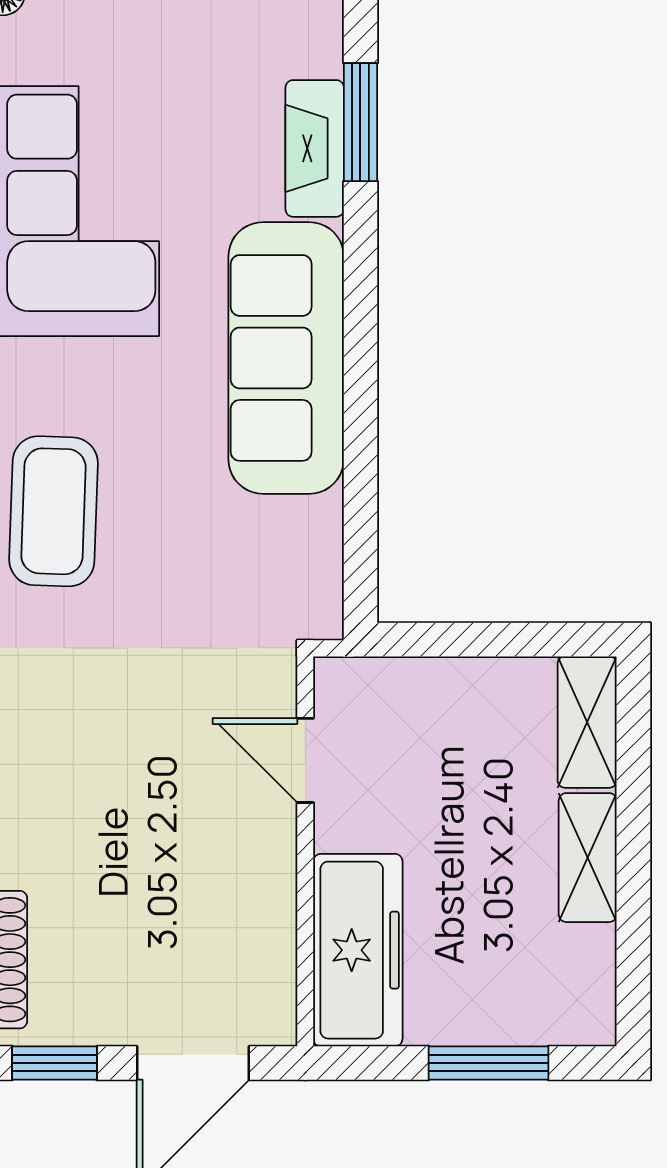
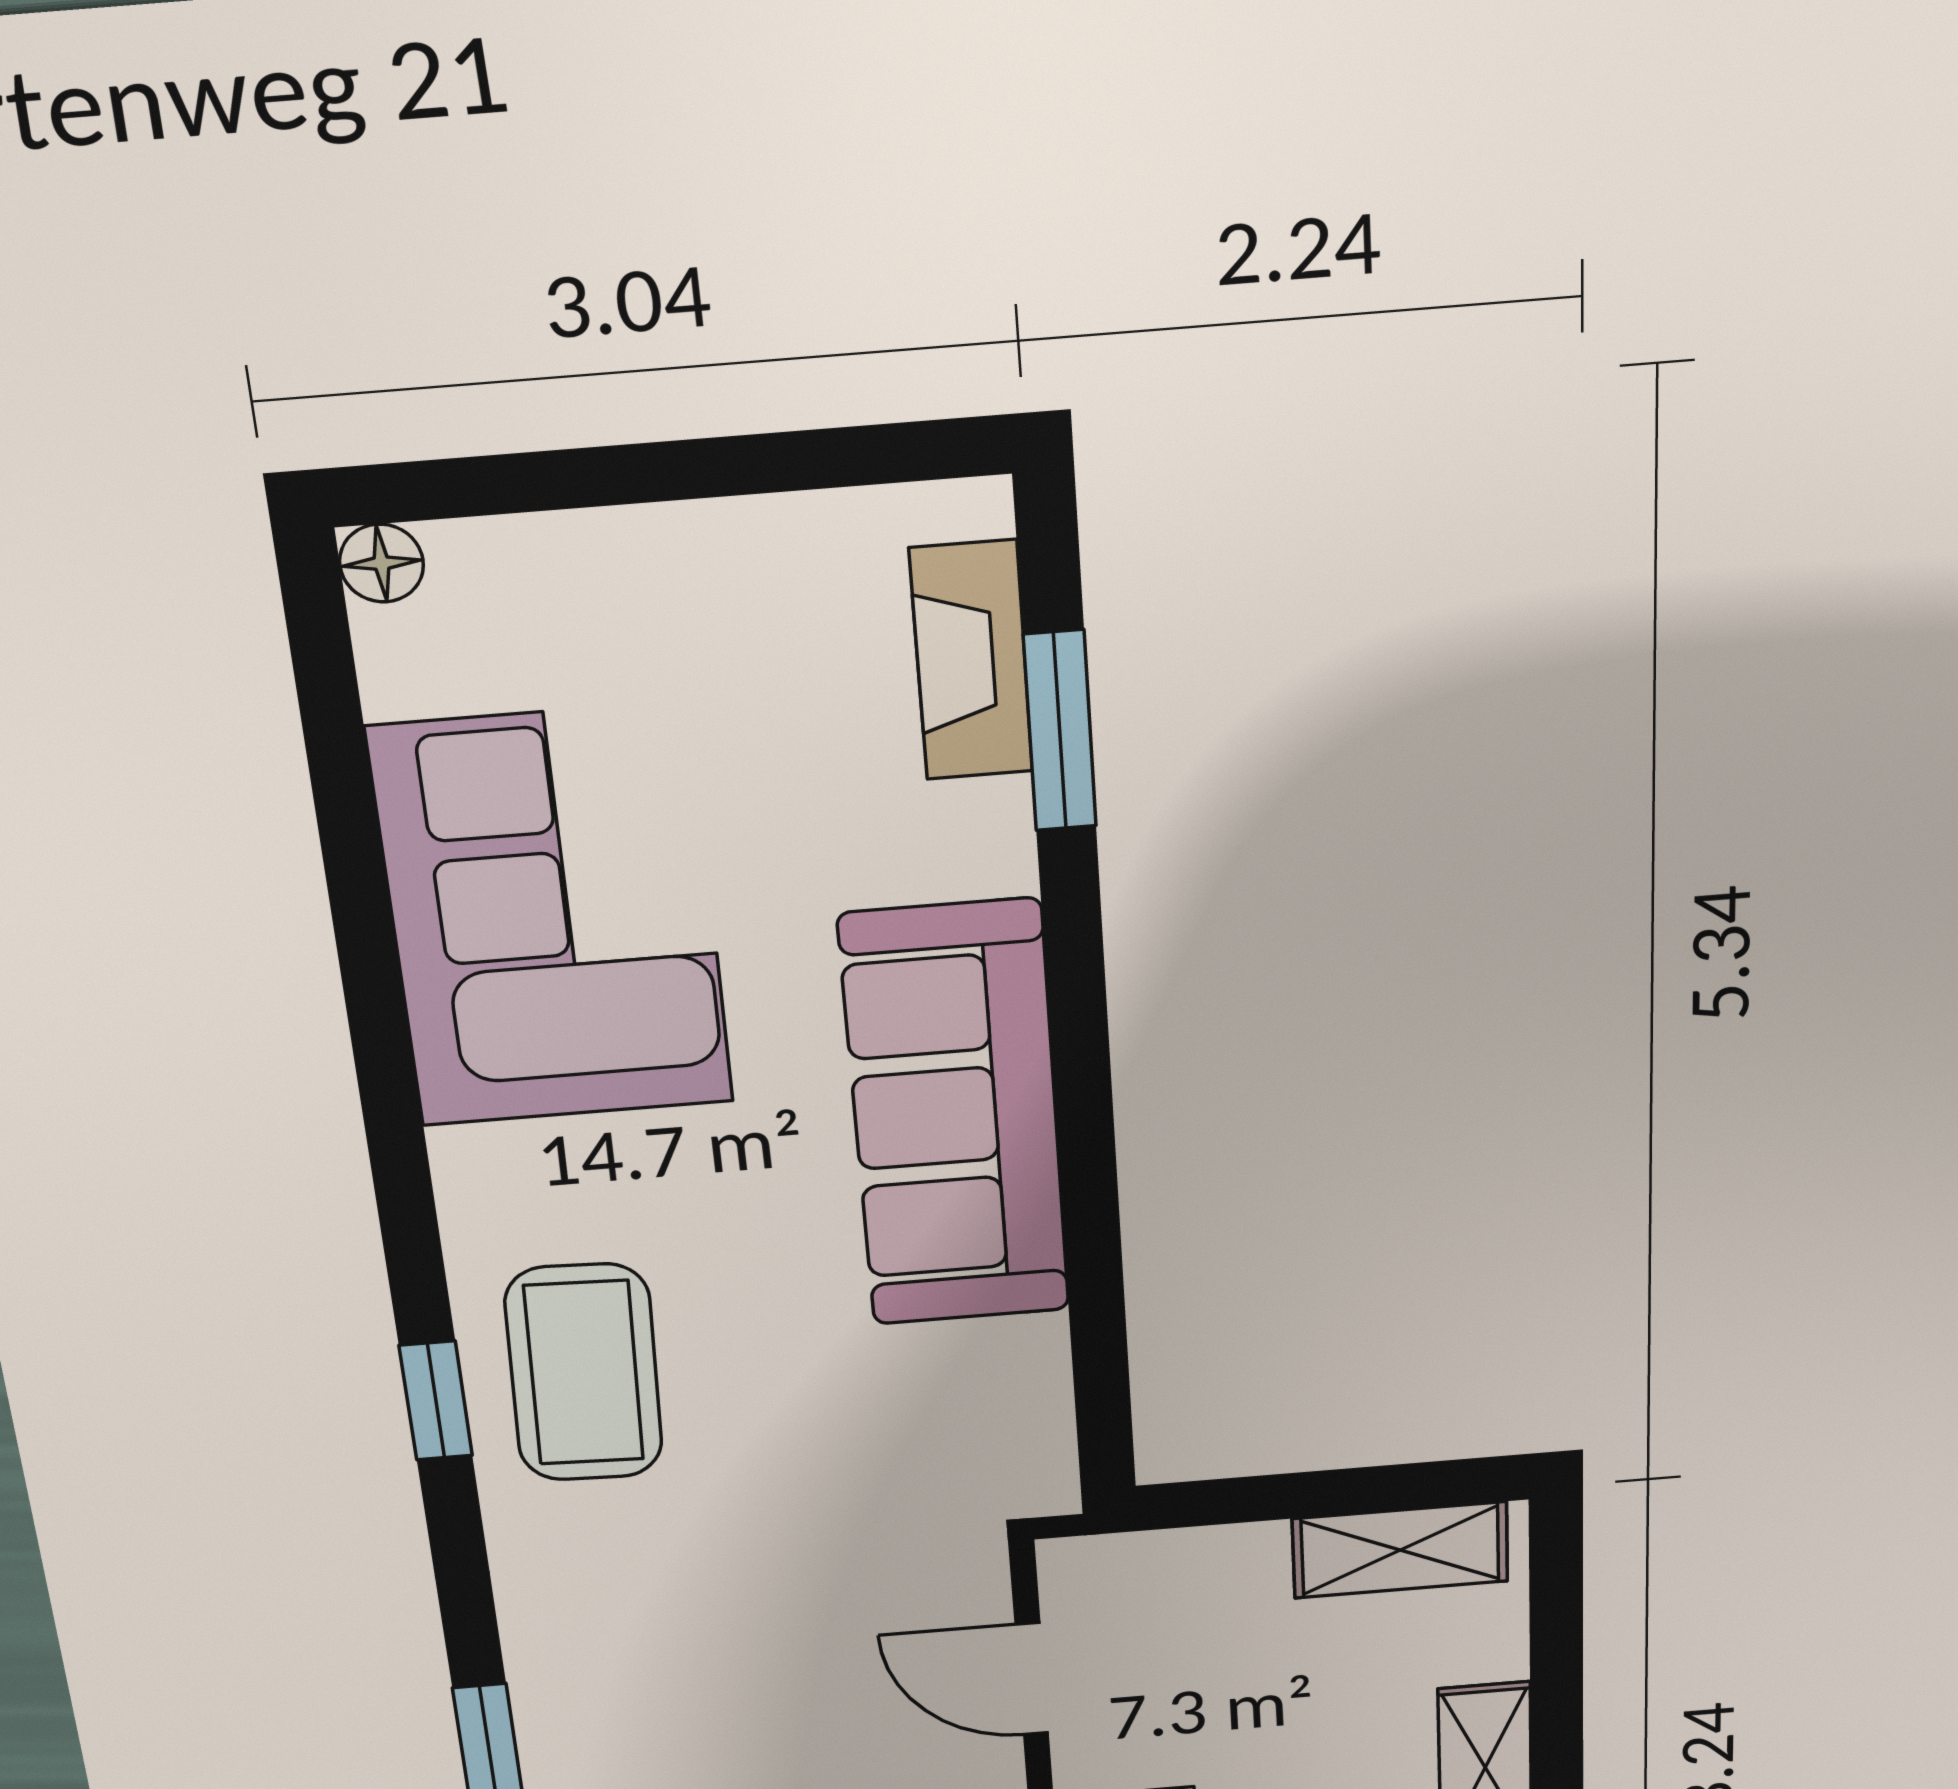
fireplace: (315, 148) -> (971, 661), moved
shelving: (587, 722) -> (1400, 1550), moved, turned 90

